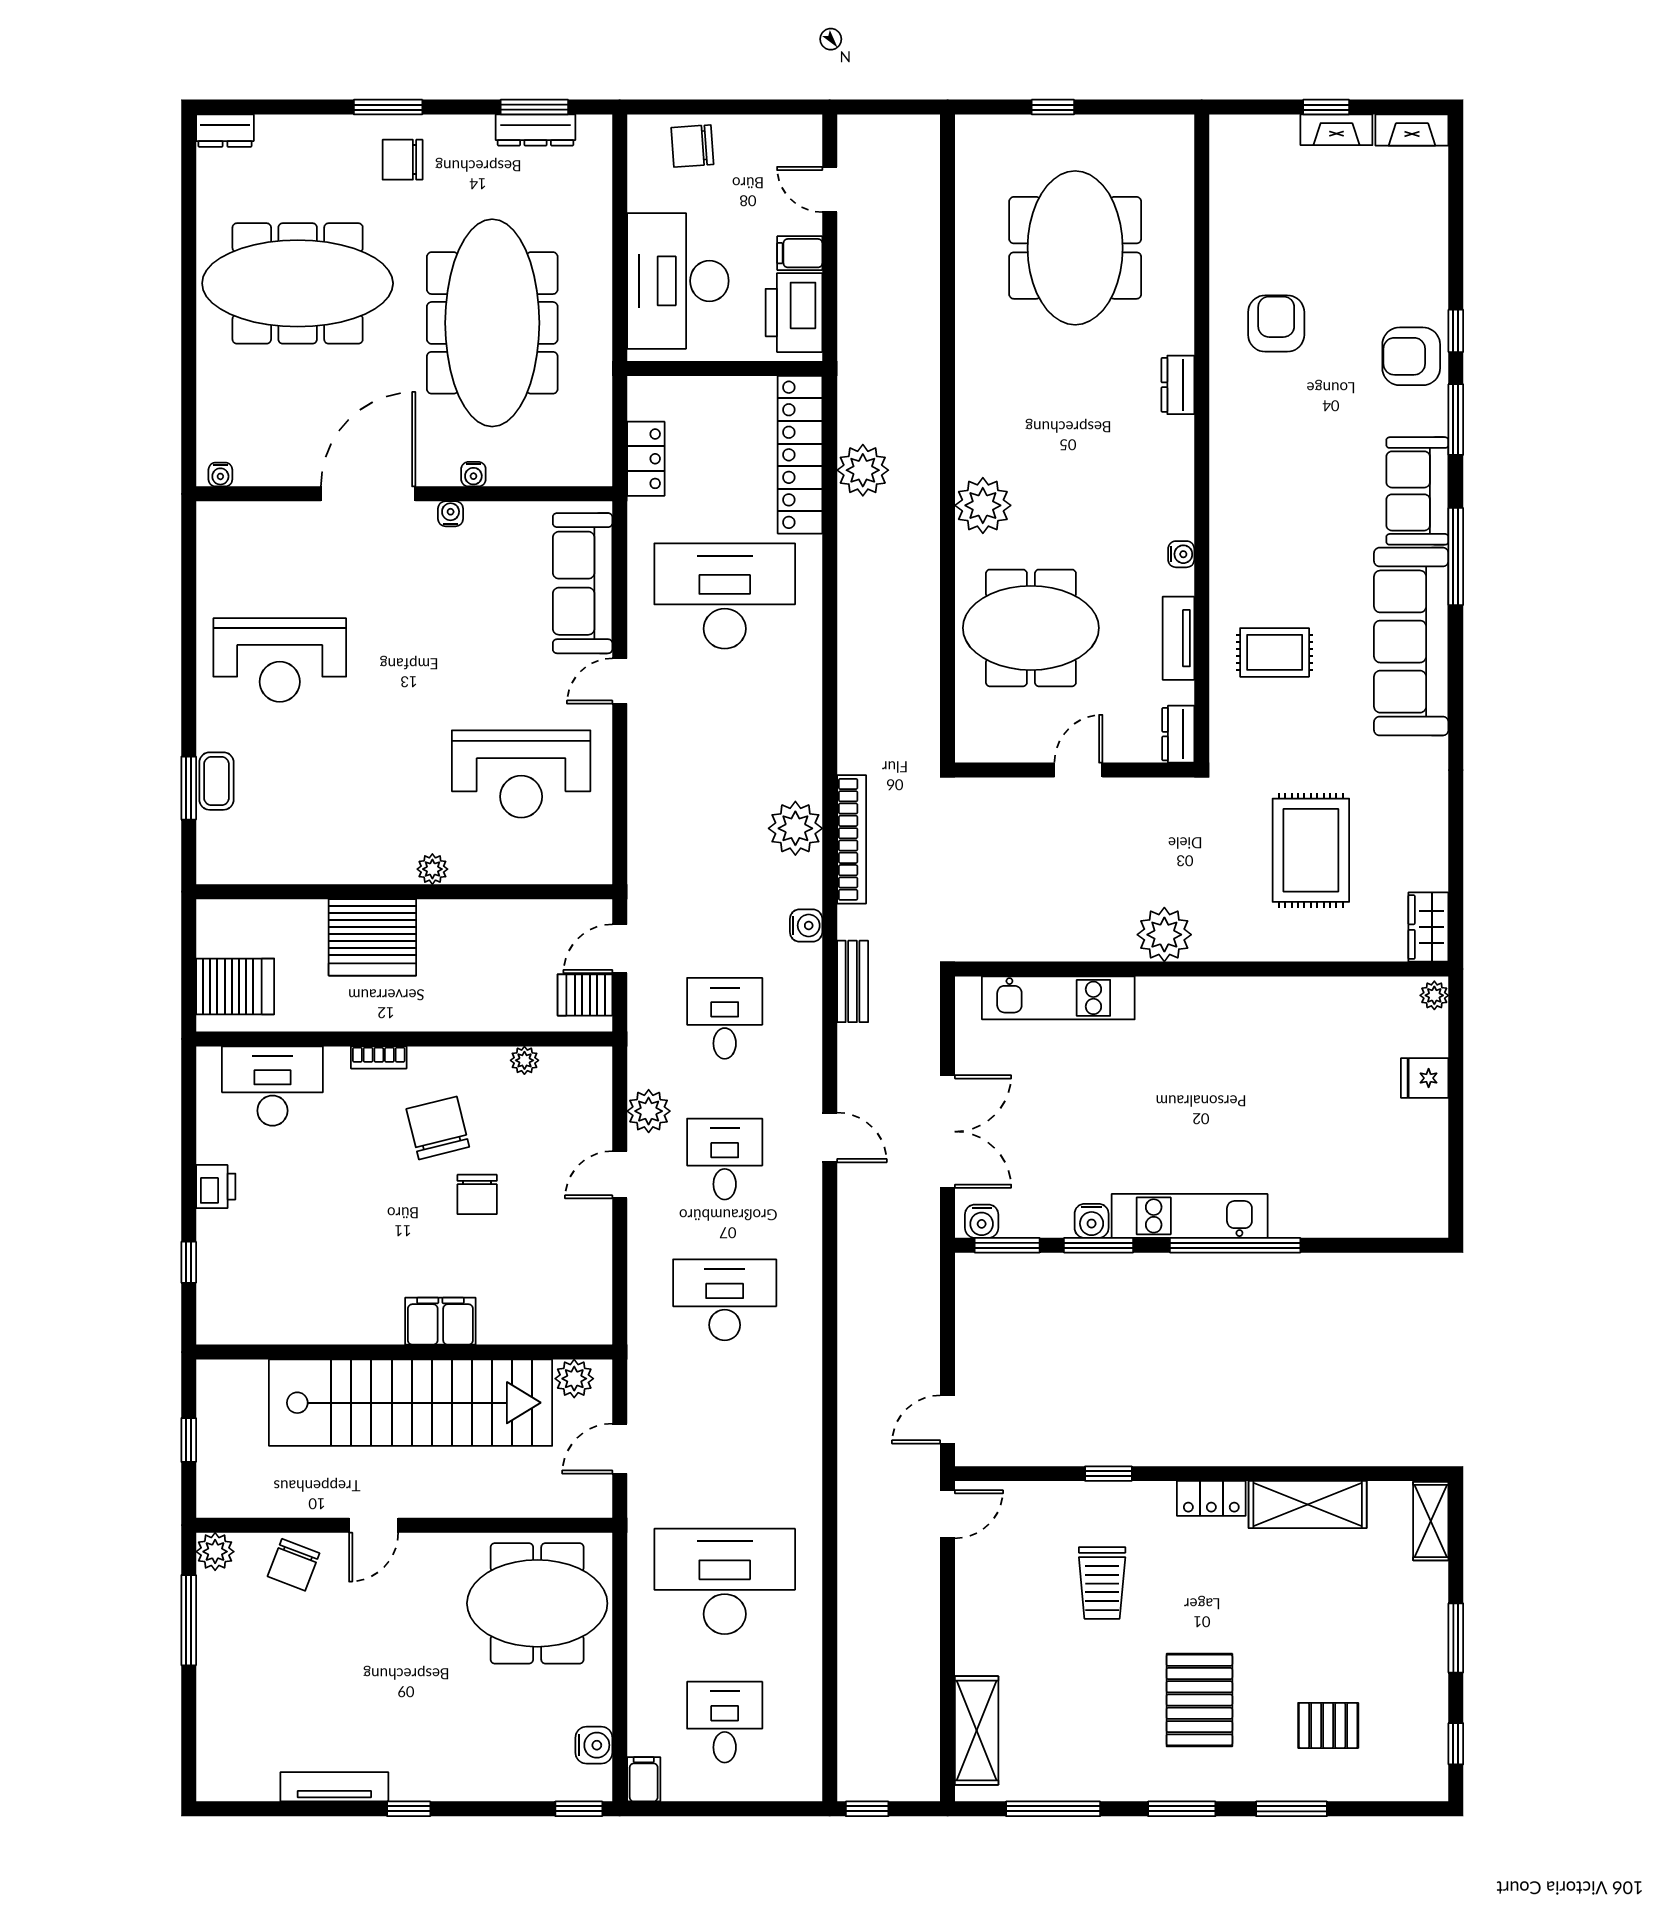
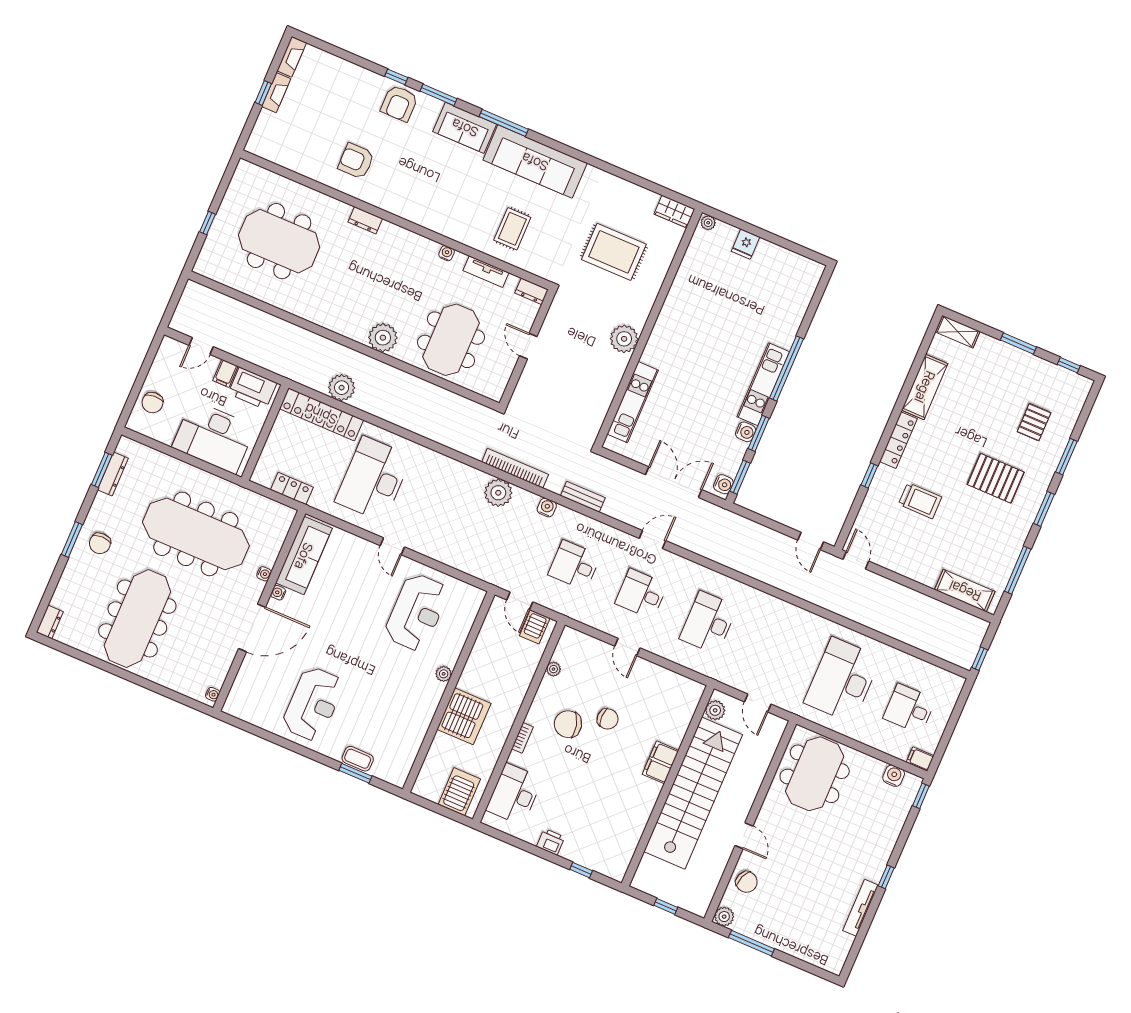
door: (368, 494) -> (252, 628), swing flipped
sofa: (583, 583) -> (304, 556), moved, turned -90
plant: (649, 1111) -> (603, 620), removed
locker: (1211, 1498) -> (898, 440), width x1.53

